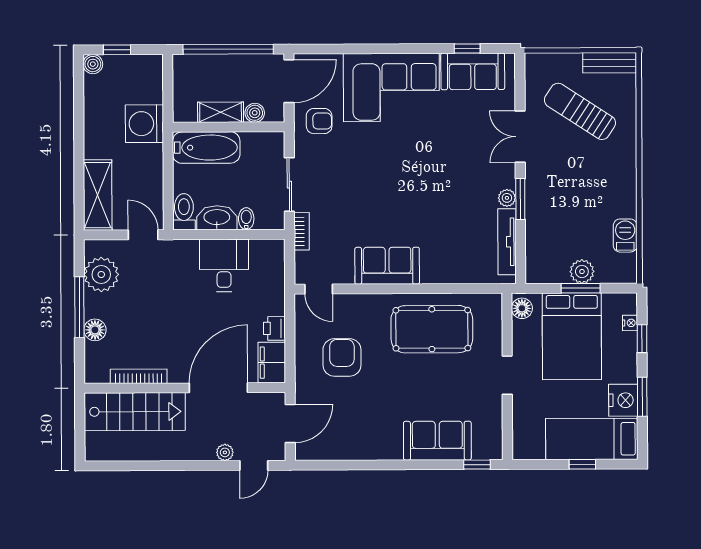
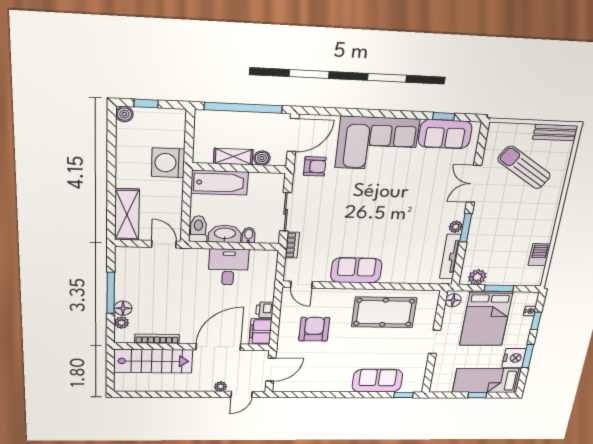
plant: (582, 272) -> (477, 277), moved
plant: (101, 274) -> (122, 323), moved, width x0.53, depth x0.53

